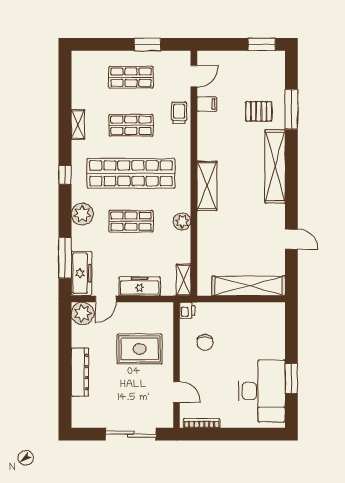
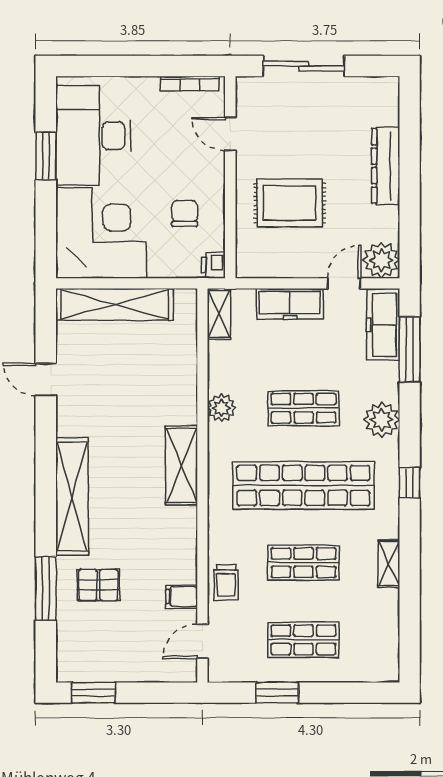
corner desk: (257, 330) -> (101, 233), added

